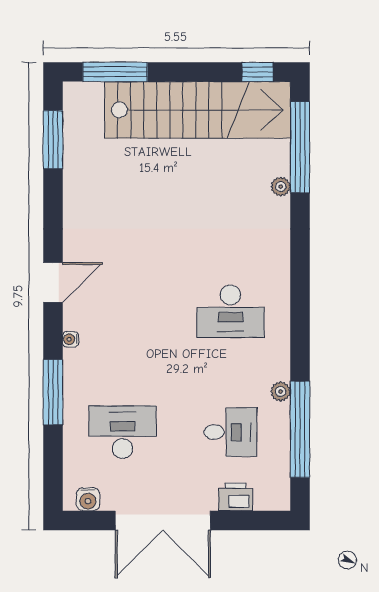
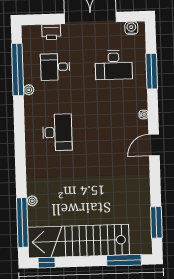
desk: (230, 311) -> (57, 132), turned 90
window: (53, 392) -> (152, 71), moved

